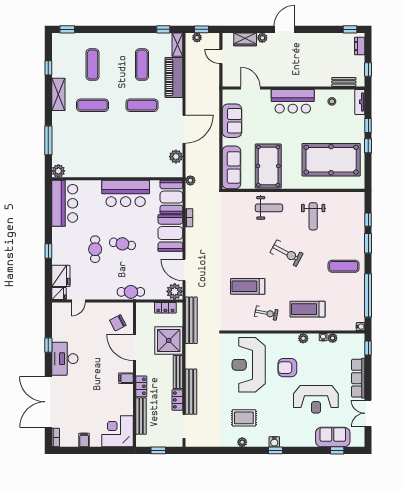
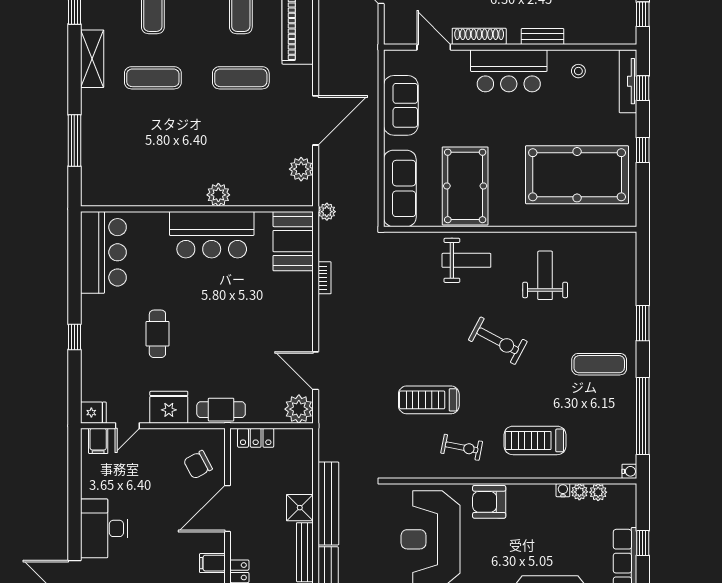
shoe rack: (276, 82) -> (479, 36), added
bench: (344, 82) -> (543, 37), moved
tv unit: (360, 102) -> (628, 81), width x1.41
window: (368, 126) -> (643, 88), moved
plant: (58, 171) -> (218, 195), moved
weight bench: (313, 216) -> (545, 275), turned 180
window: (368, 220) -> (643, 281), removed
booth: (170, 233) -> (291, 305), removed
cafe table: (122, 244) -> (206, 324), removed
fridge: (61, 276) -> (169, 407), moved, turned -90
locker: (165, 308) -> (256, 438), moved
filing cabinet: (62, 309) -> (98, 441), added
bench: (191, 320) -> (328, 503), moved
plant: (303, 338) -> (598, 492), moved
shower: (169, 341) -> (300, 508), width x0.54, depth x0.54
window: (48, 345) -> (74, 504), removed
door: (135, 347) -> (228, 509), hinge flipped
window: (368, 348) -> (643, 543), moved
armchair: (287, 368) -> (489, 502), moved

